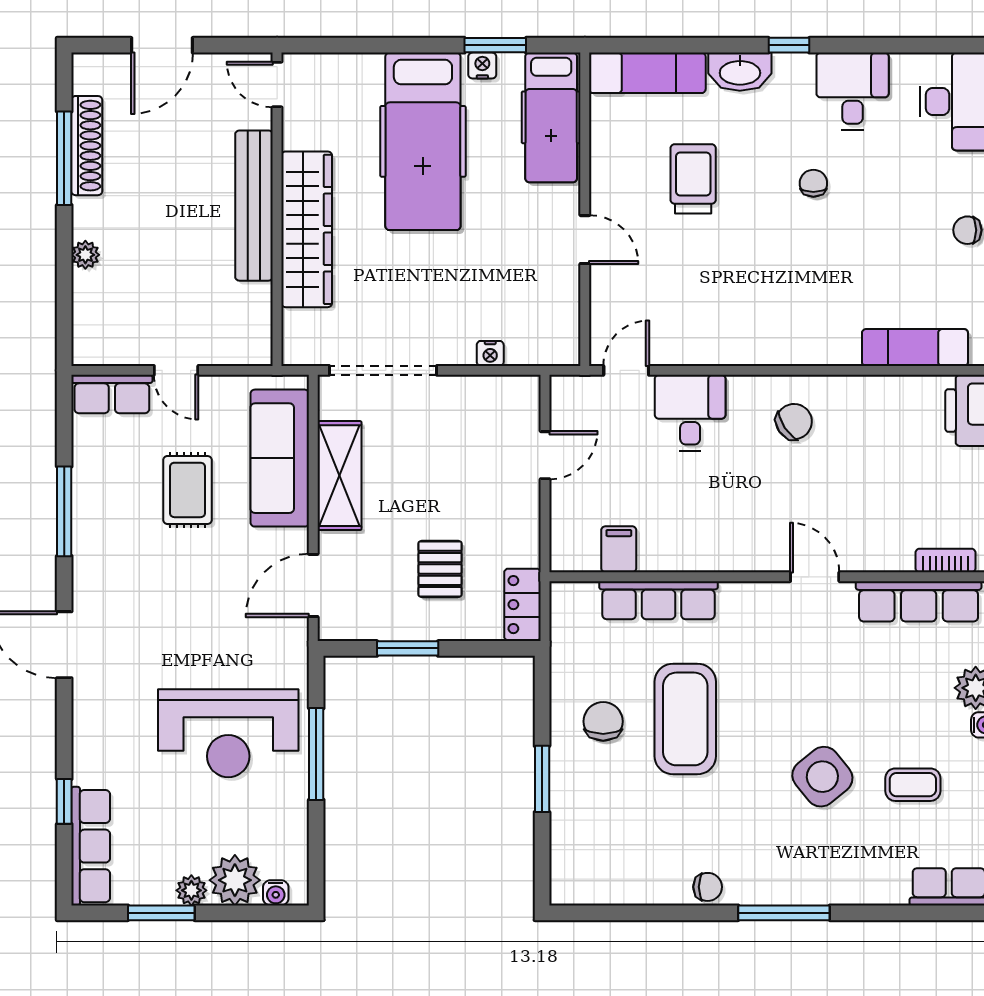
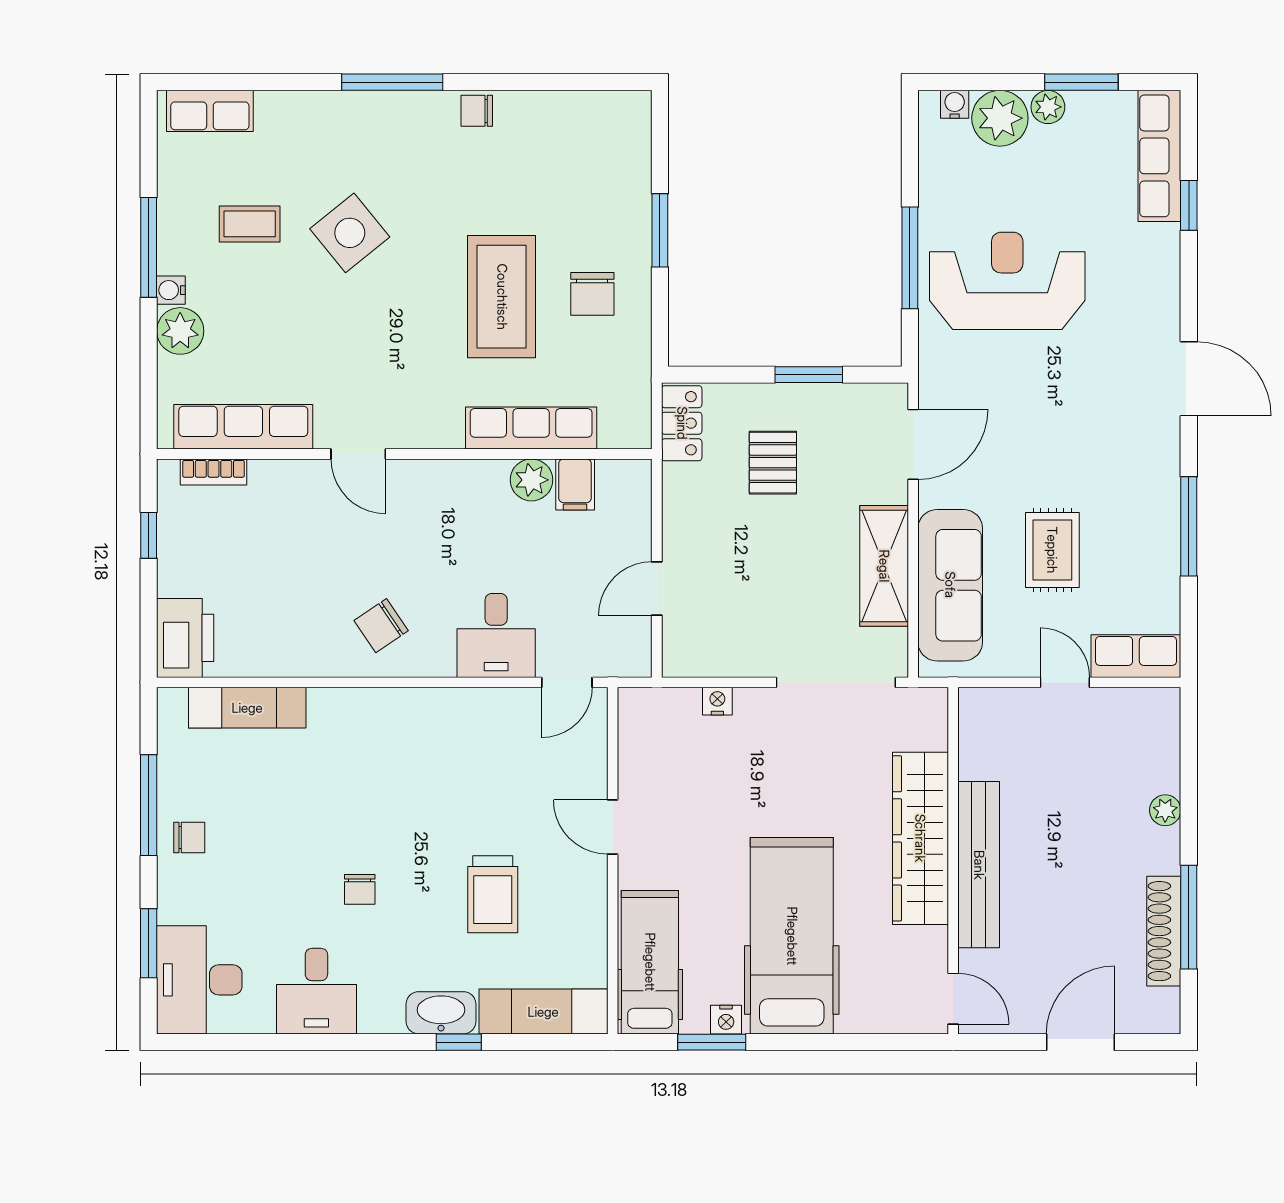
window: (789, 45) -> (459, 1042), moved
plant: (658, 553) -> (531, 480), added

